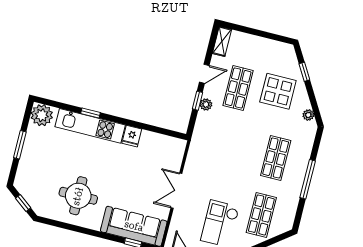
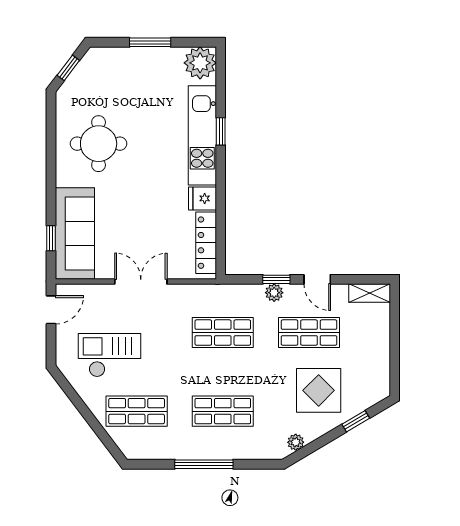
locker: (162, 141) -> (206, 243), added
shop shelf: (224, 145) -> (223, 333), added

